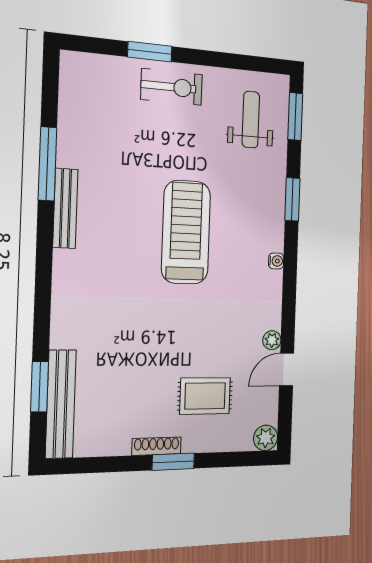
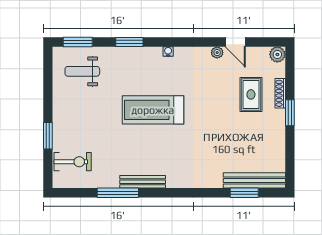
exercise bike: (172, 87) -> (73, 162), moved, turned 90
shoe rack: (157, 446) -> (280, 93), moved

